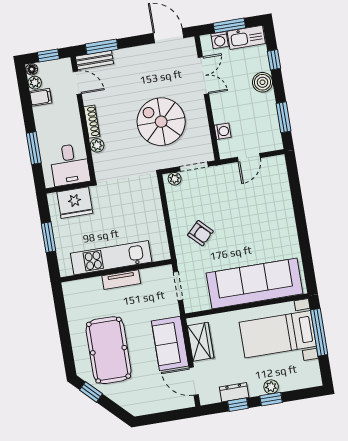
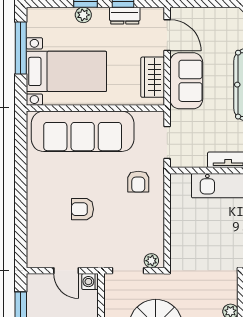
washing machine: (223, 131) -> (90, 282), moved
door: (249, 157) -> (66, 271), swing flipped
armchair: (243, 214) -> (82, 209), added
armchair: (200, 233) -> (138, 182), moved, turned -135
window: (319, 332) -> (21, 48), moved

